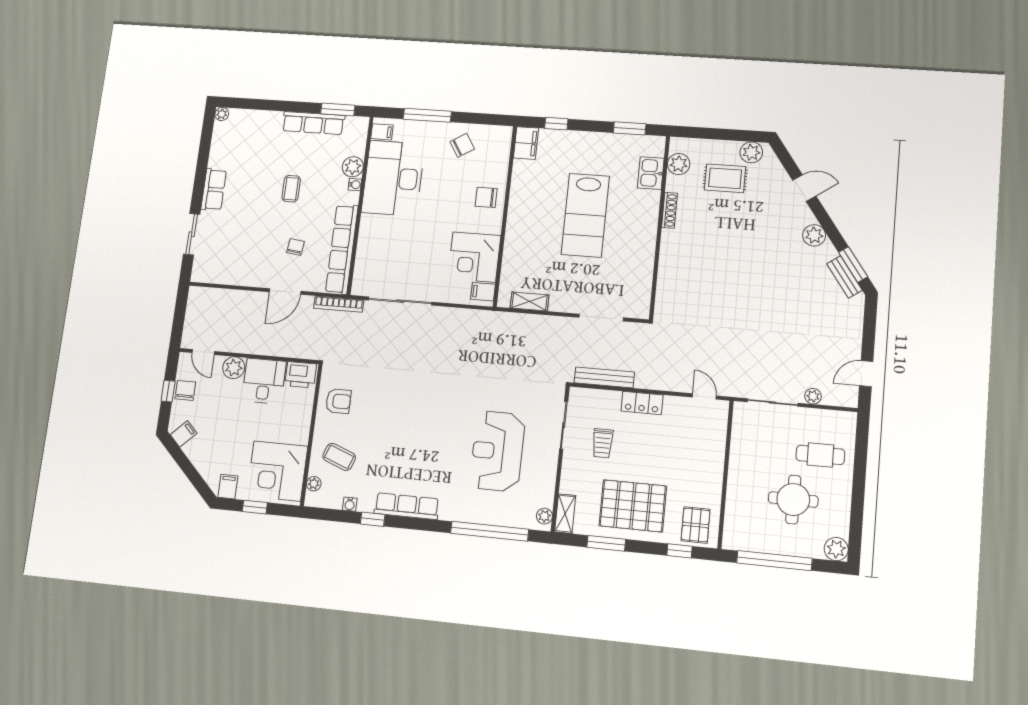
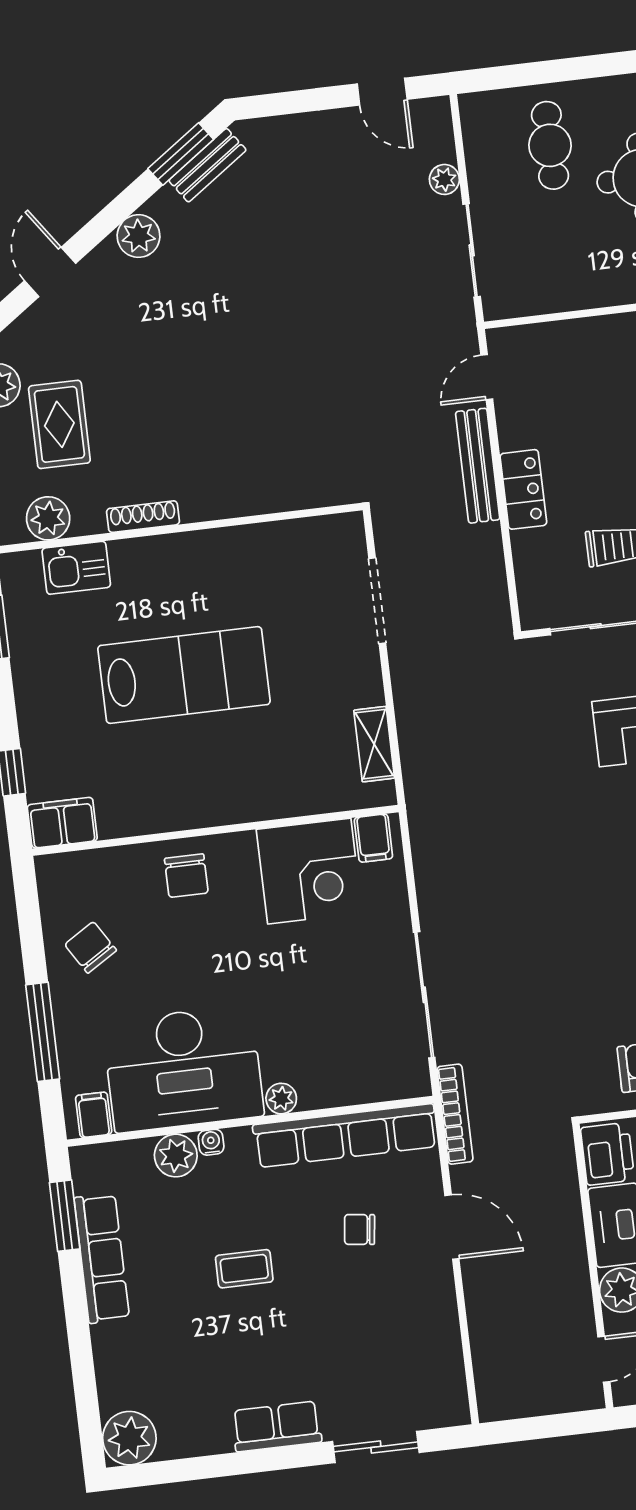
plant: (222, 114) -> (129, 1438), width x1.87, depth x1.87
plant: (367, 222) -> (281, 1099), added
bench: (604, 377) -> (478, 466), moved

